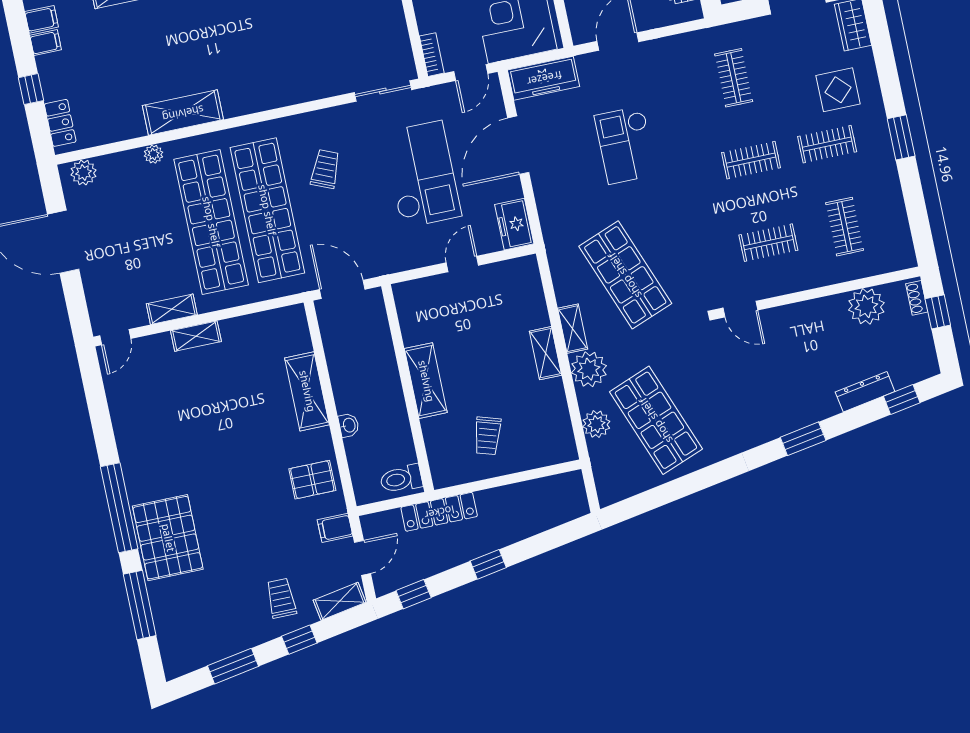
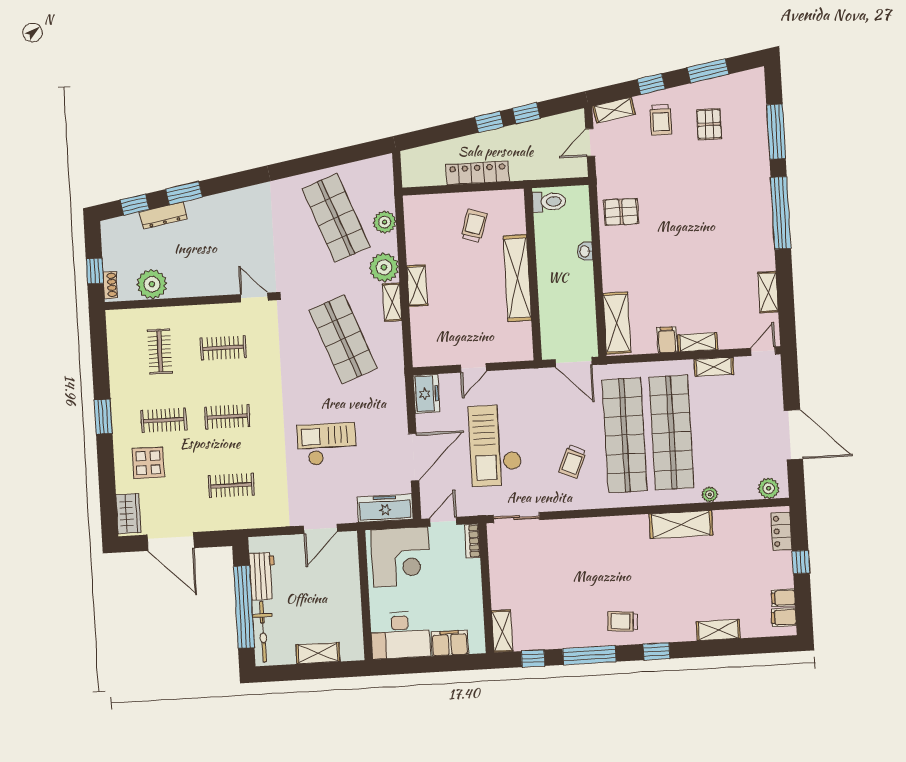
clothes rail: (734, 78) -> (231, 485), turned 90
checkout: (626, 145) -> (327, 444), turned -90
shelving: (426, 381) -> (517, 278), width x1.47
shelving: (307, 391) -> (617, 323), moved
shelving: (120, 410) -> (768, 292), added
window: (803, 439) -> (184, 193), moved
locker: (439, 512) -> (477, 173), moved
filing cabinet: (335, 528) -> (667, 340), moved, turned -90
pallet: (168, 538) -> (709, 124), moved, width x0.49, depth x0.50
window: (414, 594) -> (526, 113), moved

